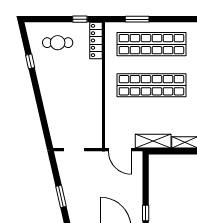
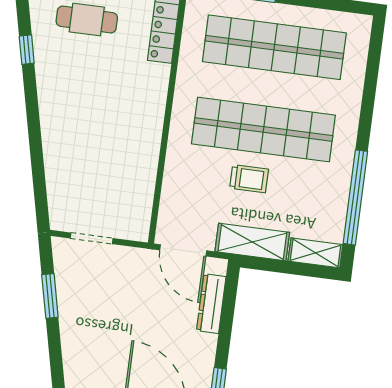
trolley: (148, 110) -> (249, 179), added
dresser: (137, 174) -> (211, 304), added
window: (61, 196) -> (50, 296), moved

